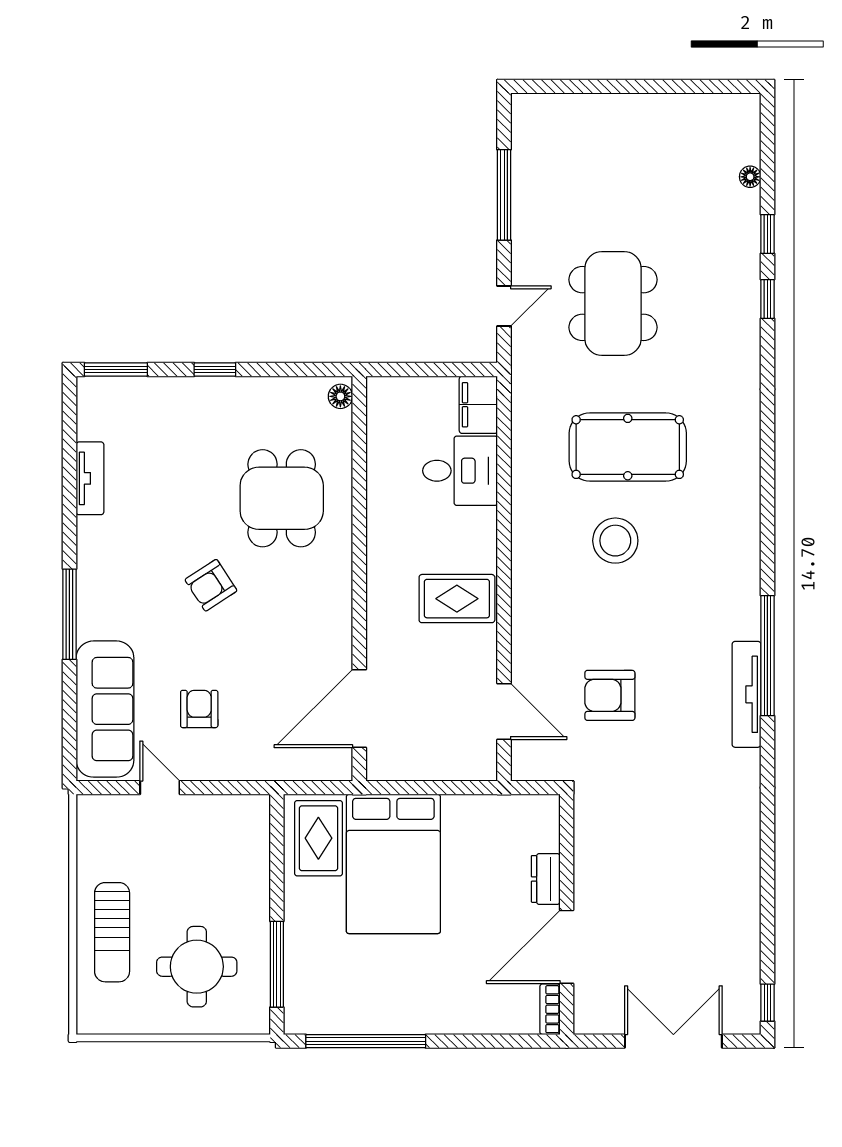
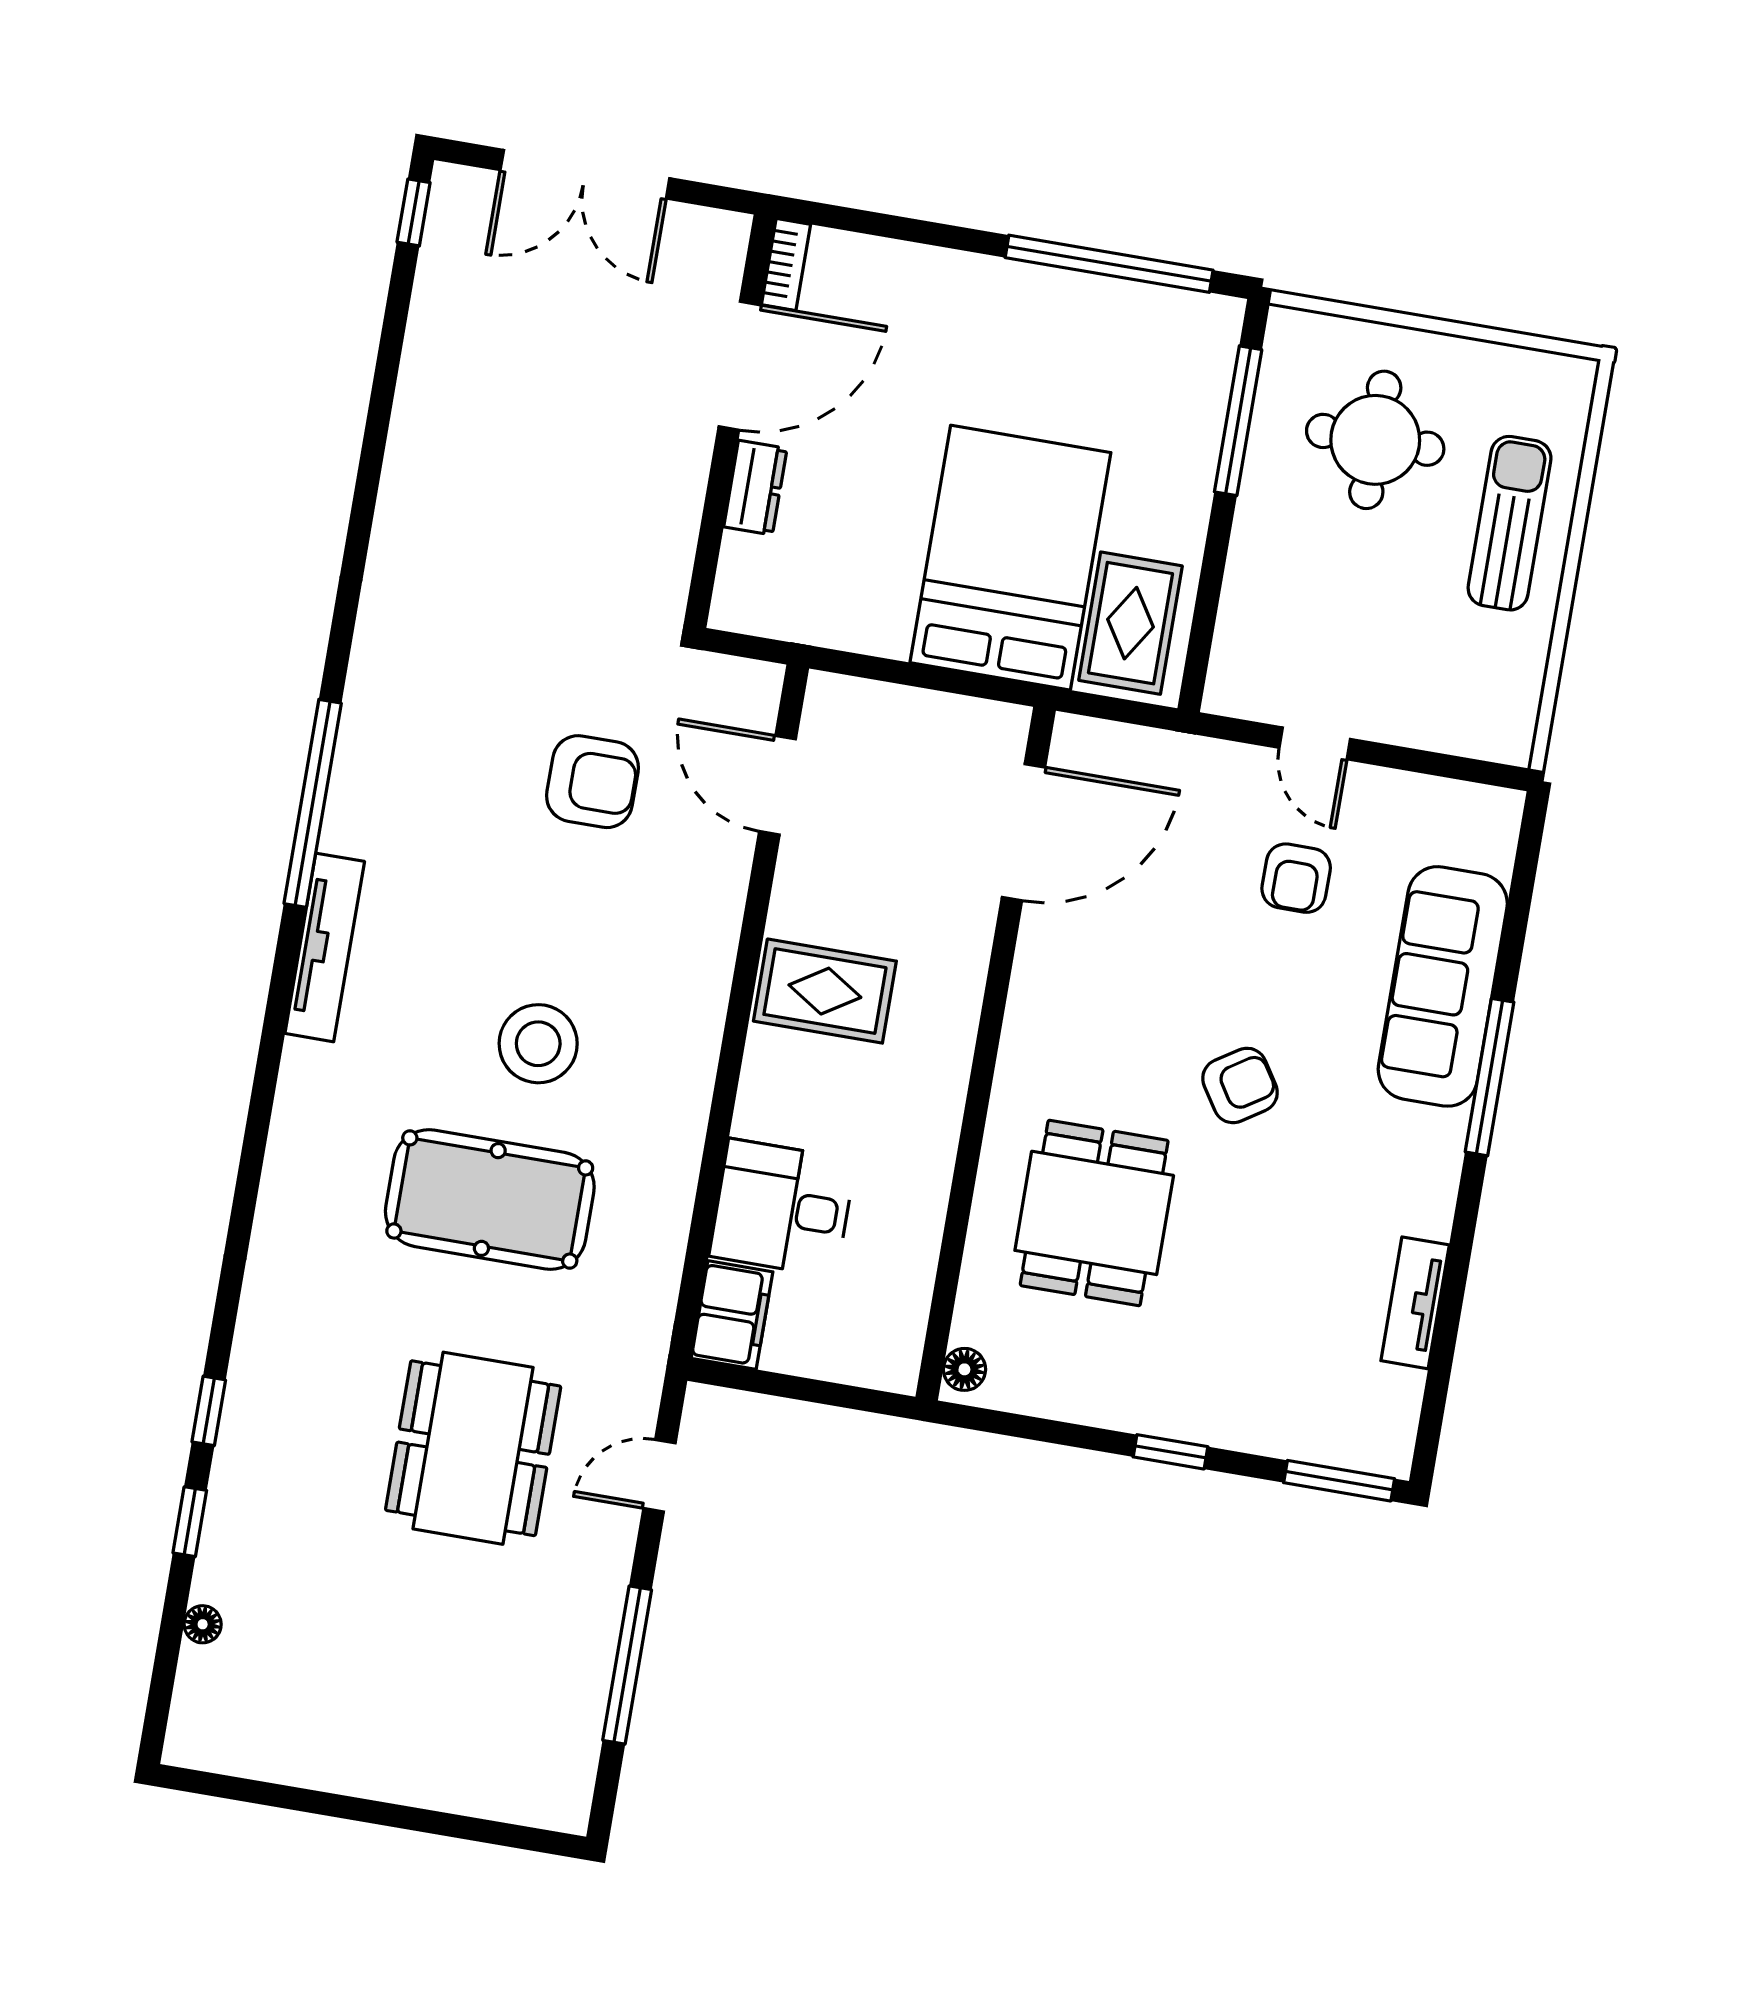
tv unit: (746, 694) -> (325, 947), moved
sofa: (105, 709) -> (1443, 986), moved
door: (160, 788) -> (1315, 743), moved

